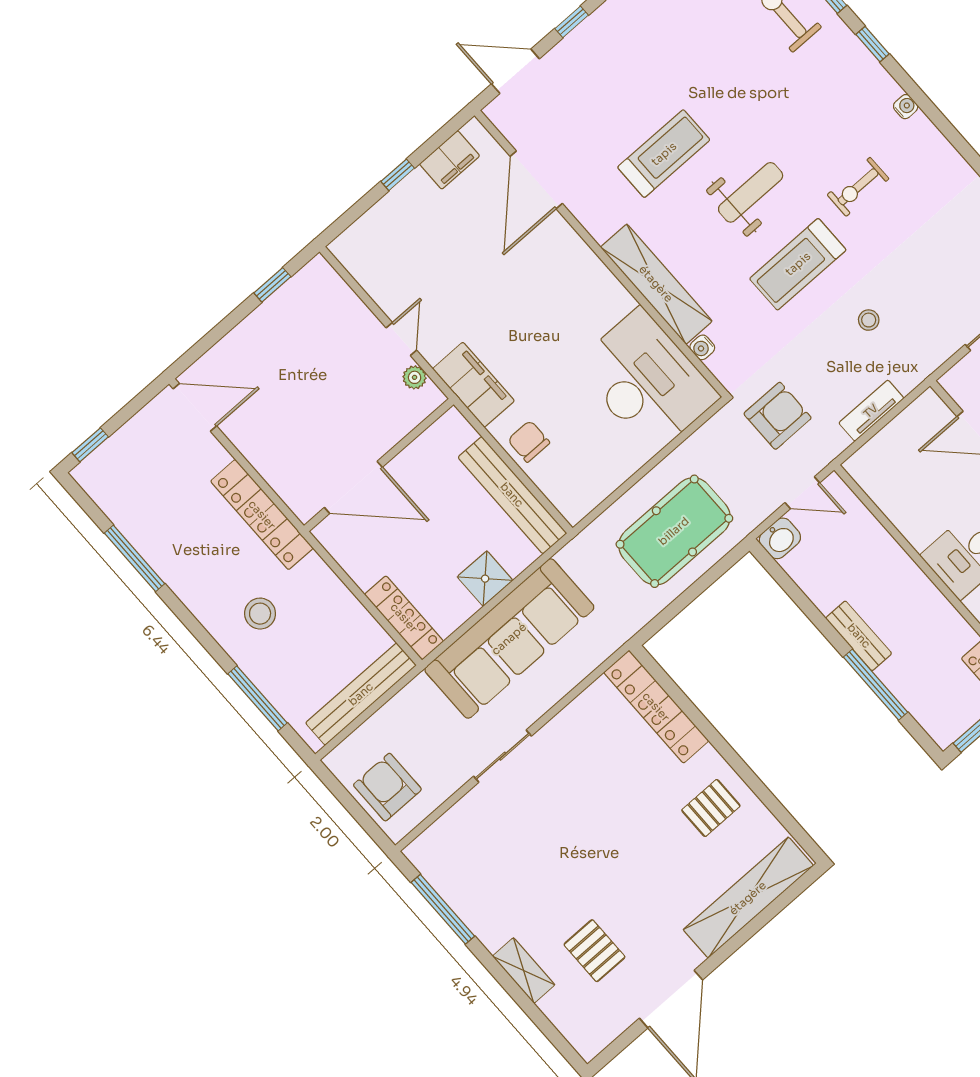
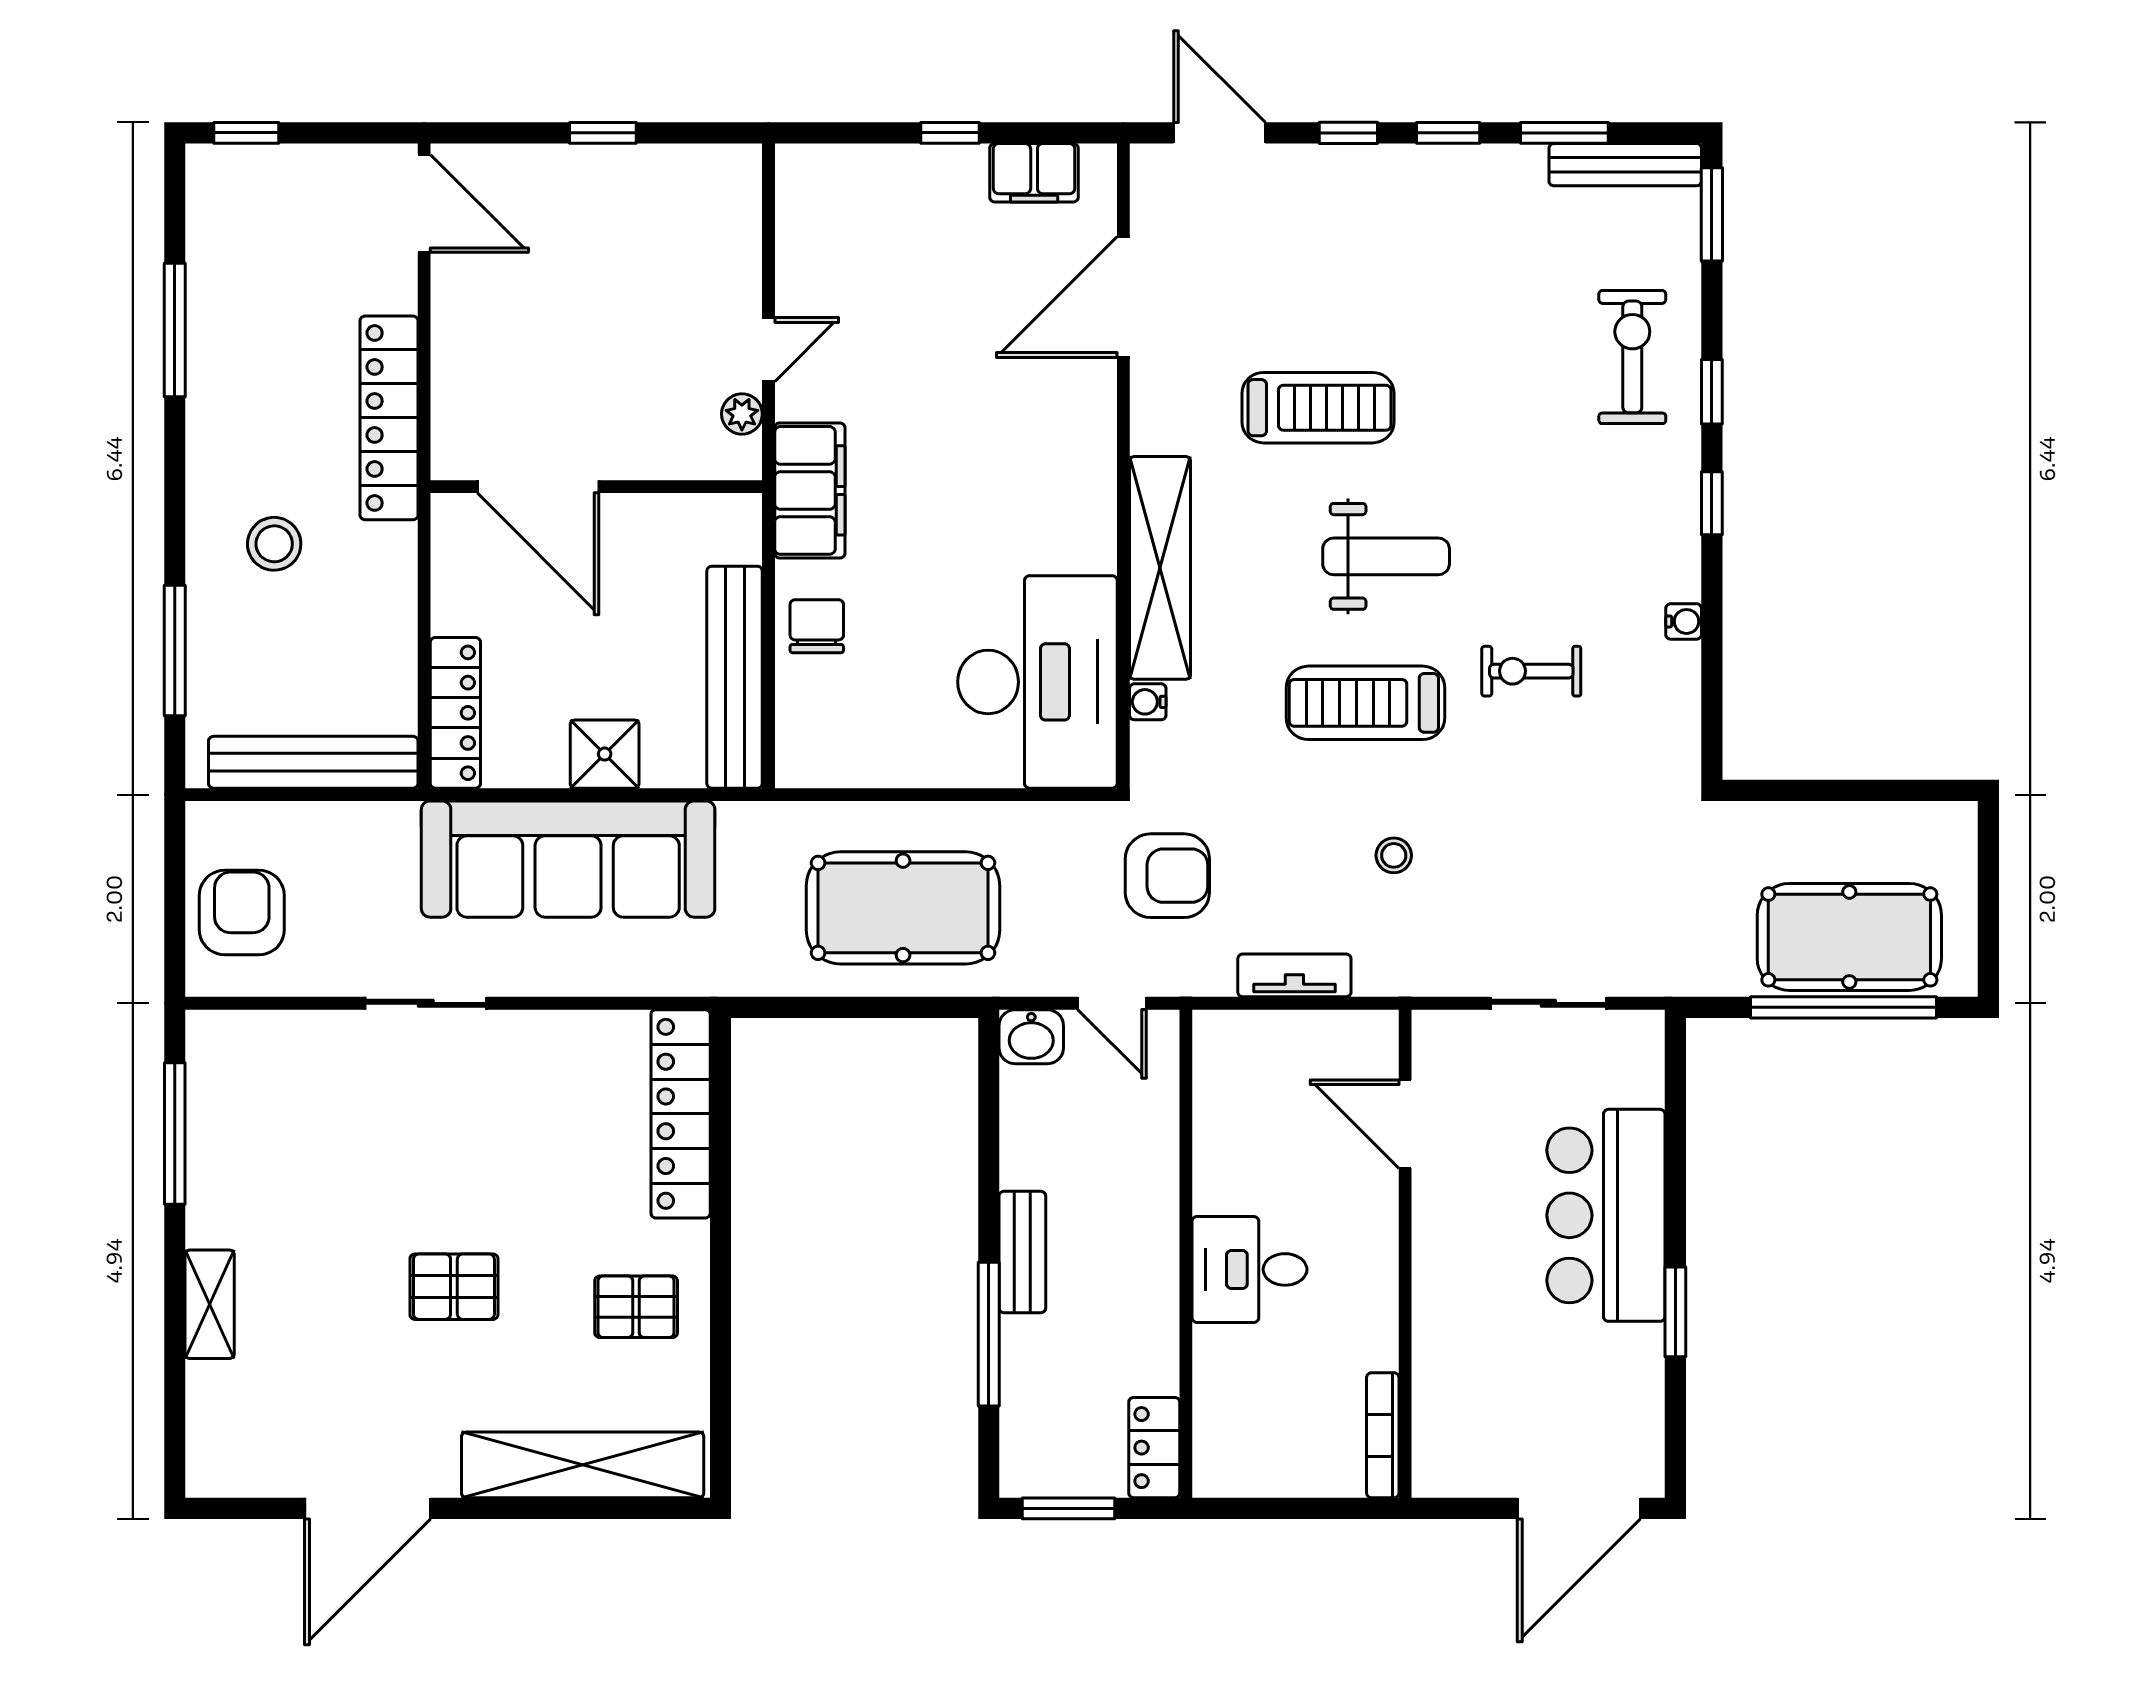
window: (272, 285) -> (603, 133), moved
pallet: (594, 951) -> (454, 1287), moved, turned 90

